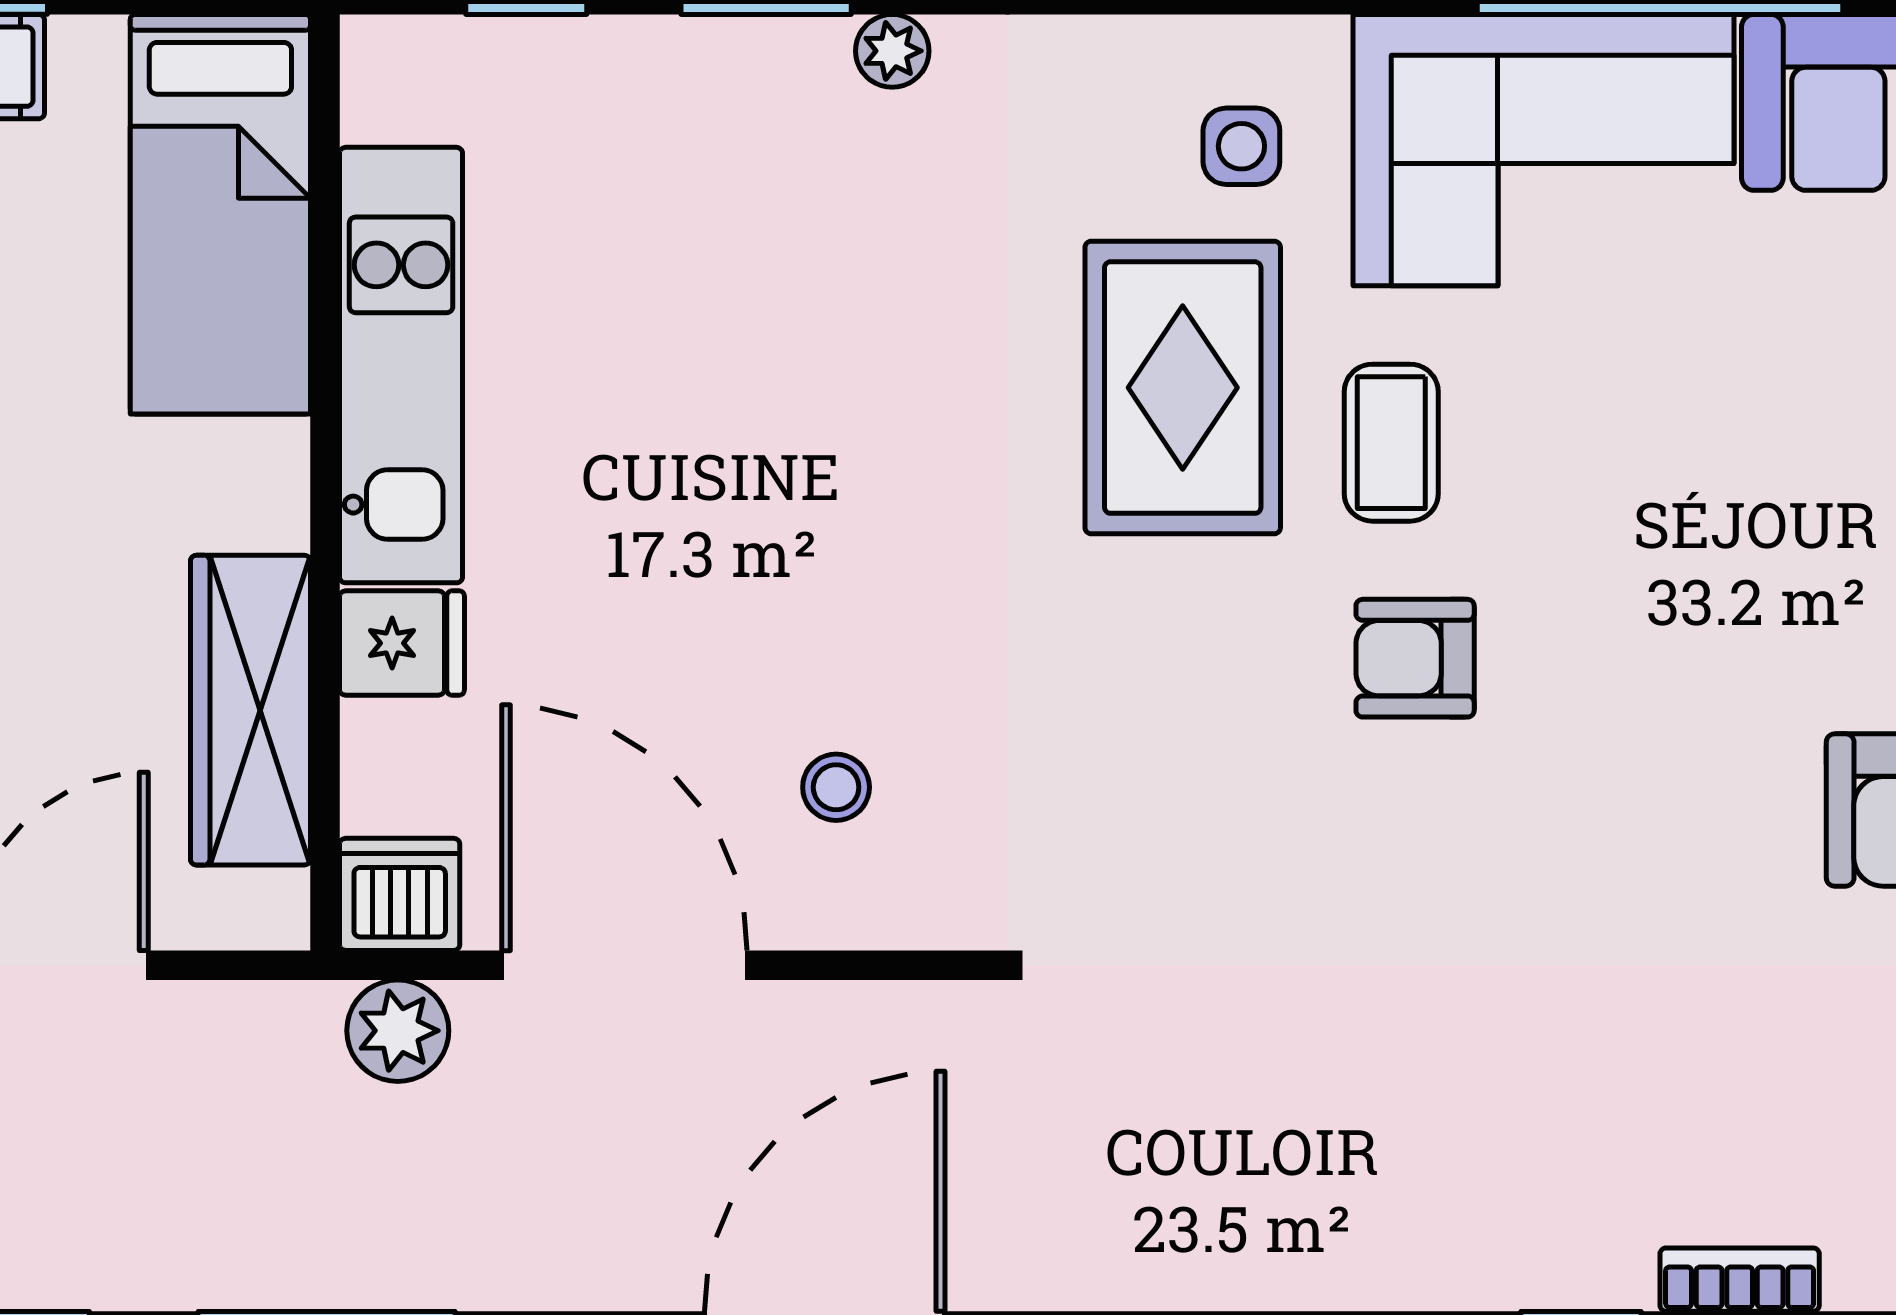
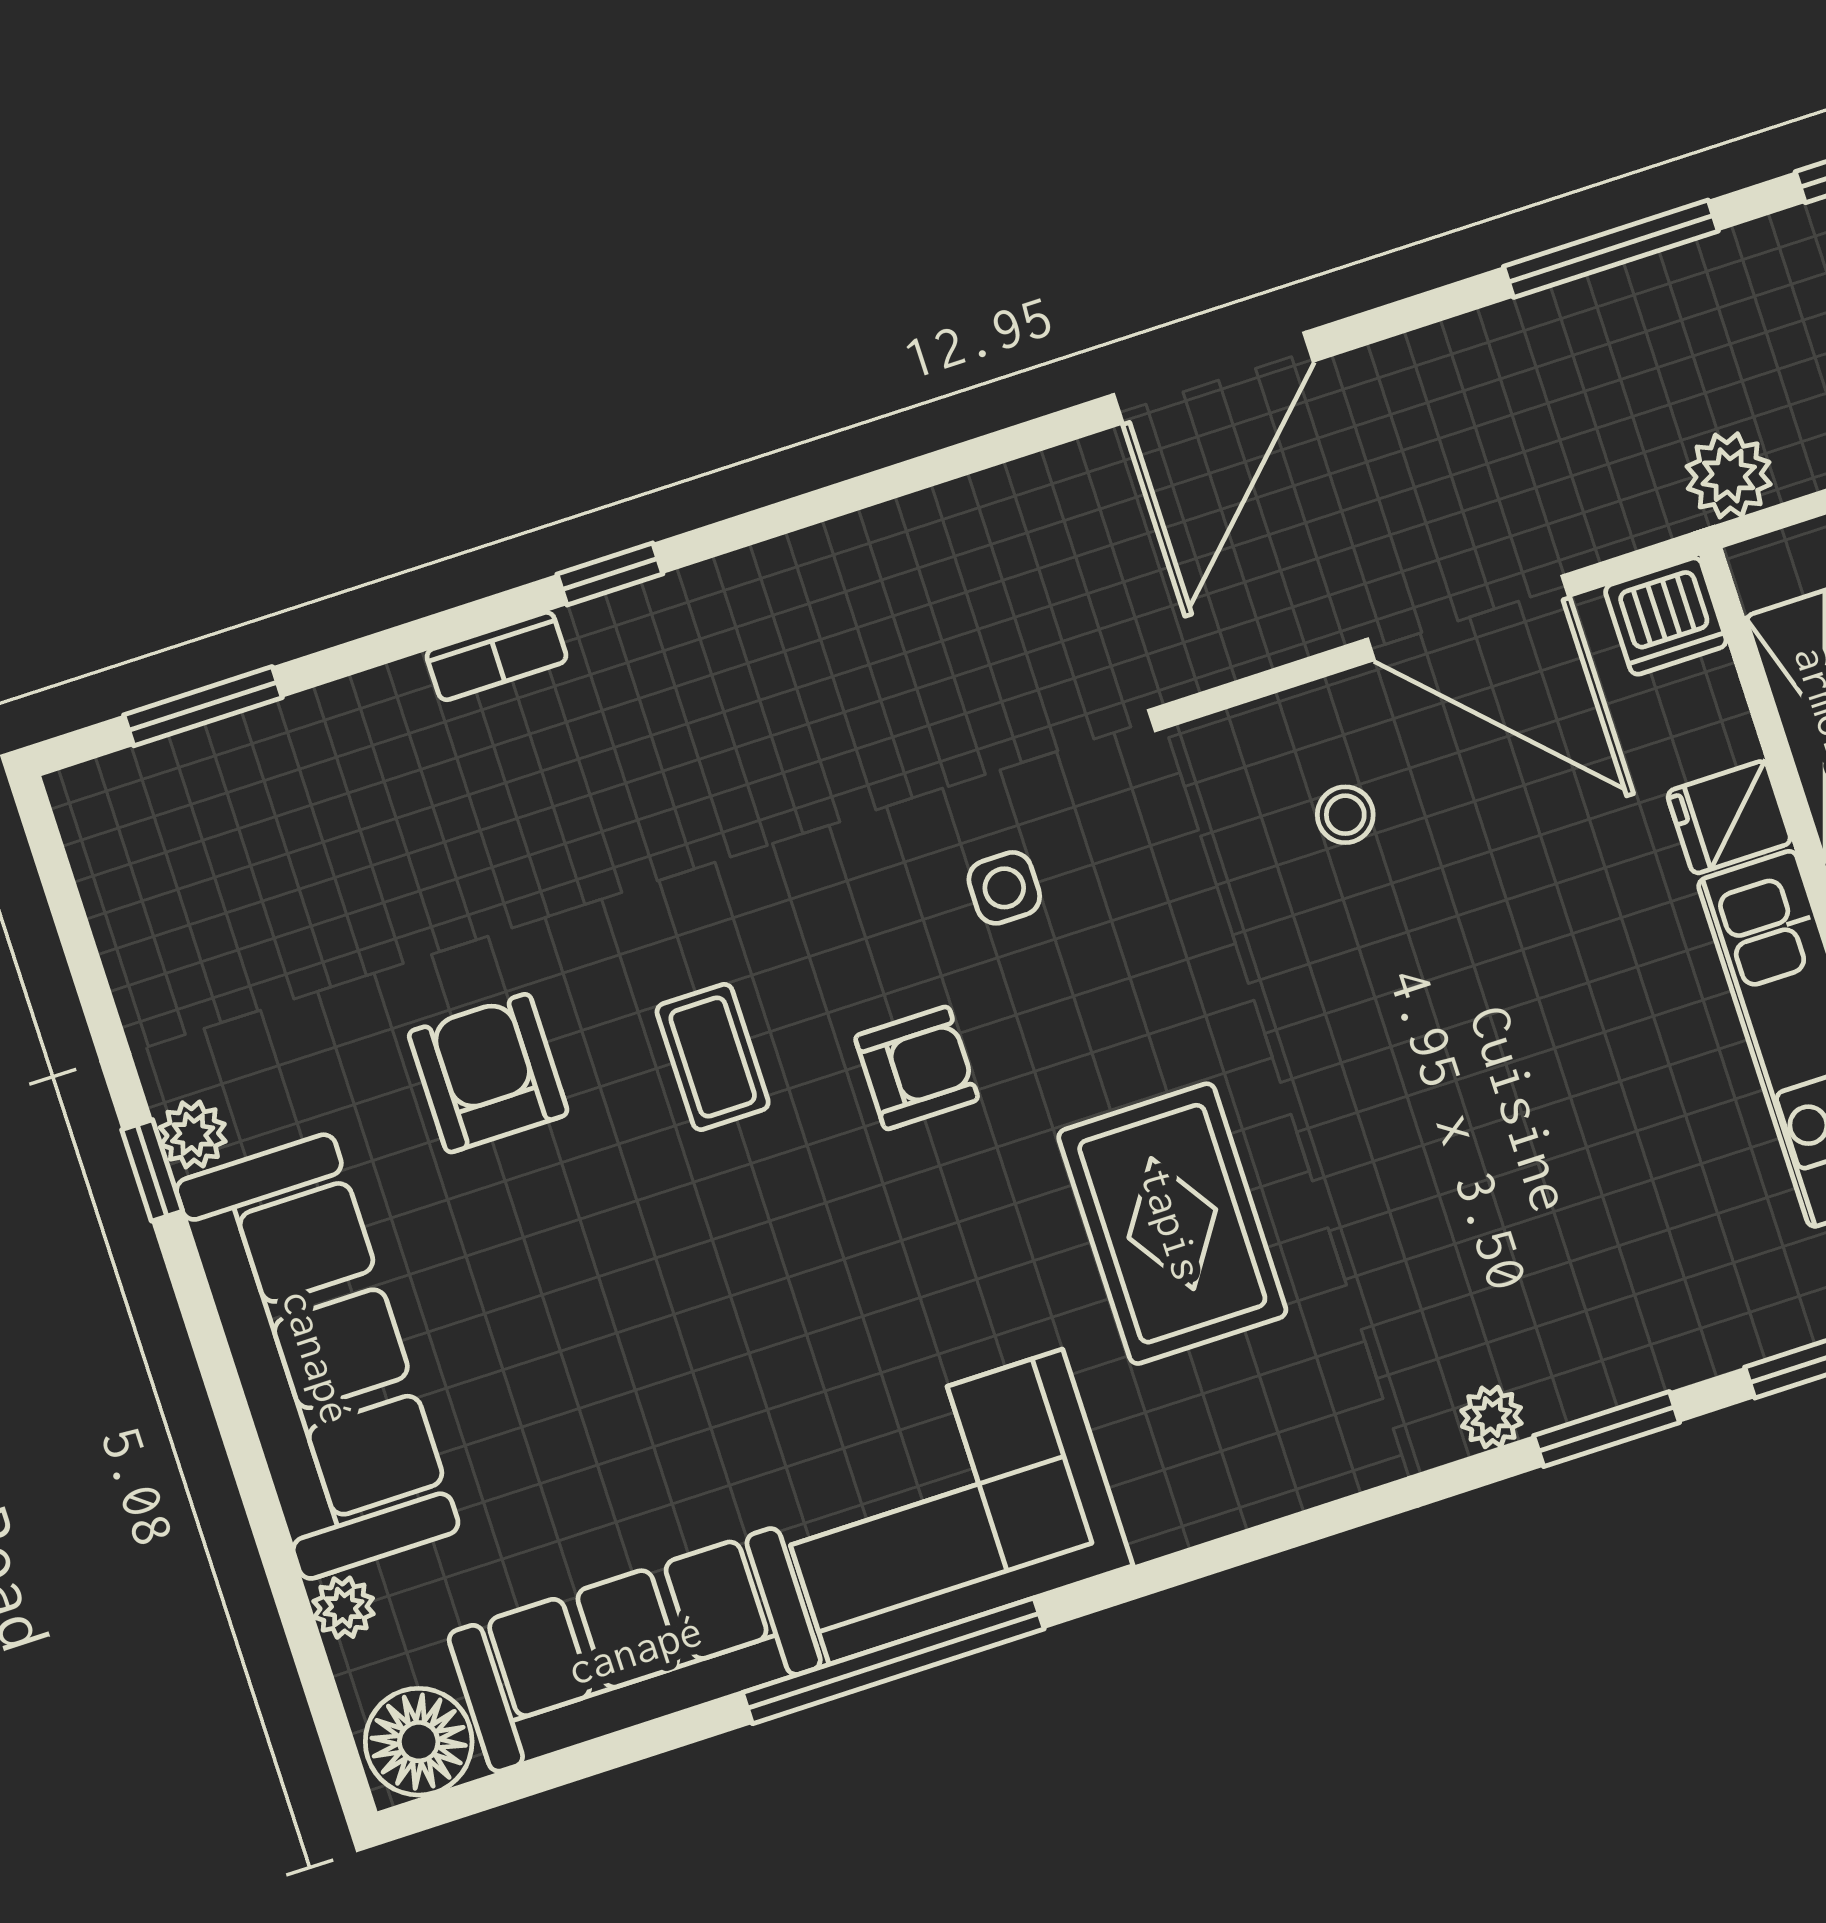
side table: (1241, 146) -> (1004, 888), moved
coffee table: (1391, 443) -> (713, 1057), moved
plant: (398, 1031) -> (1729, 475), moved

